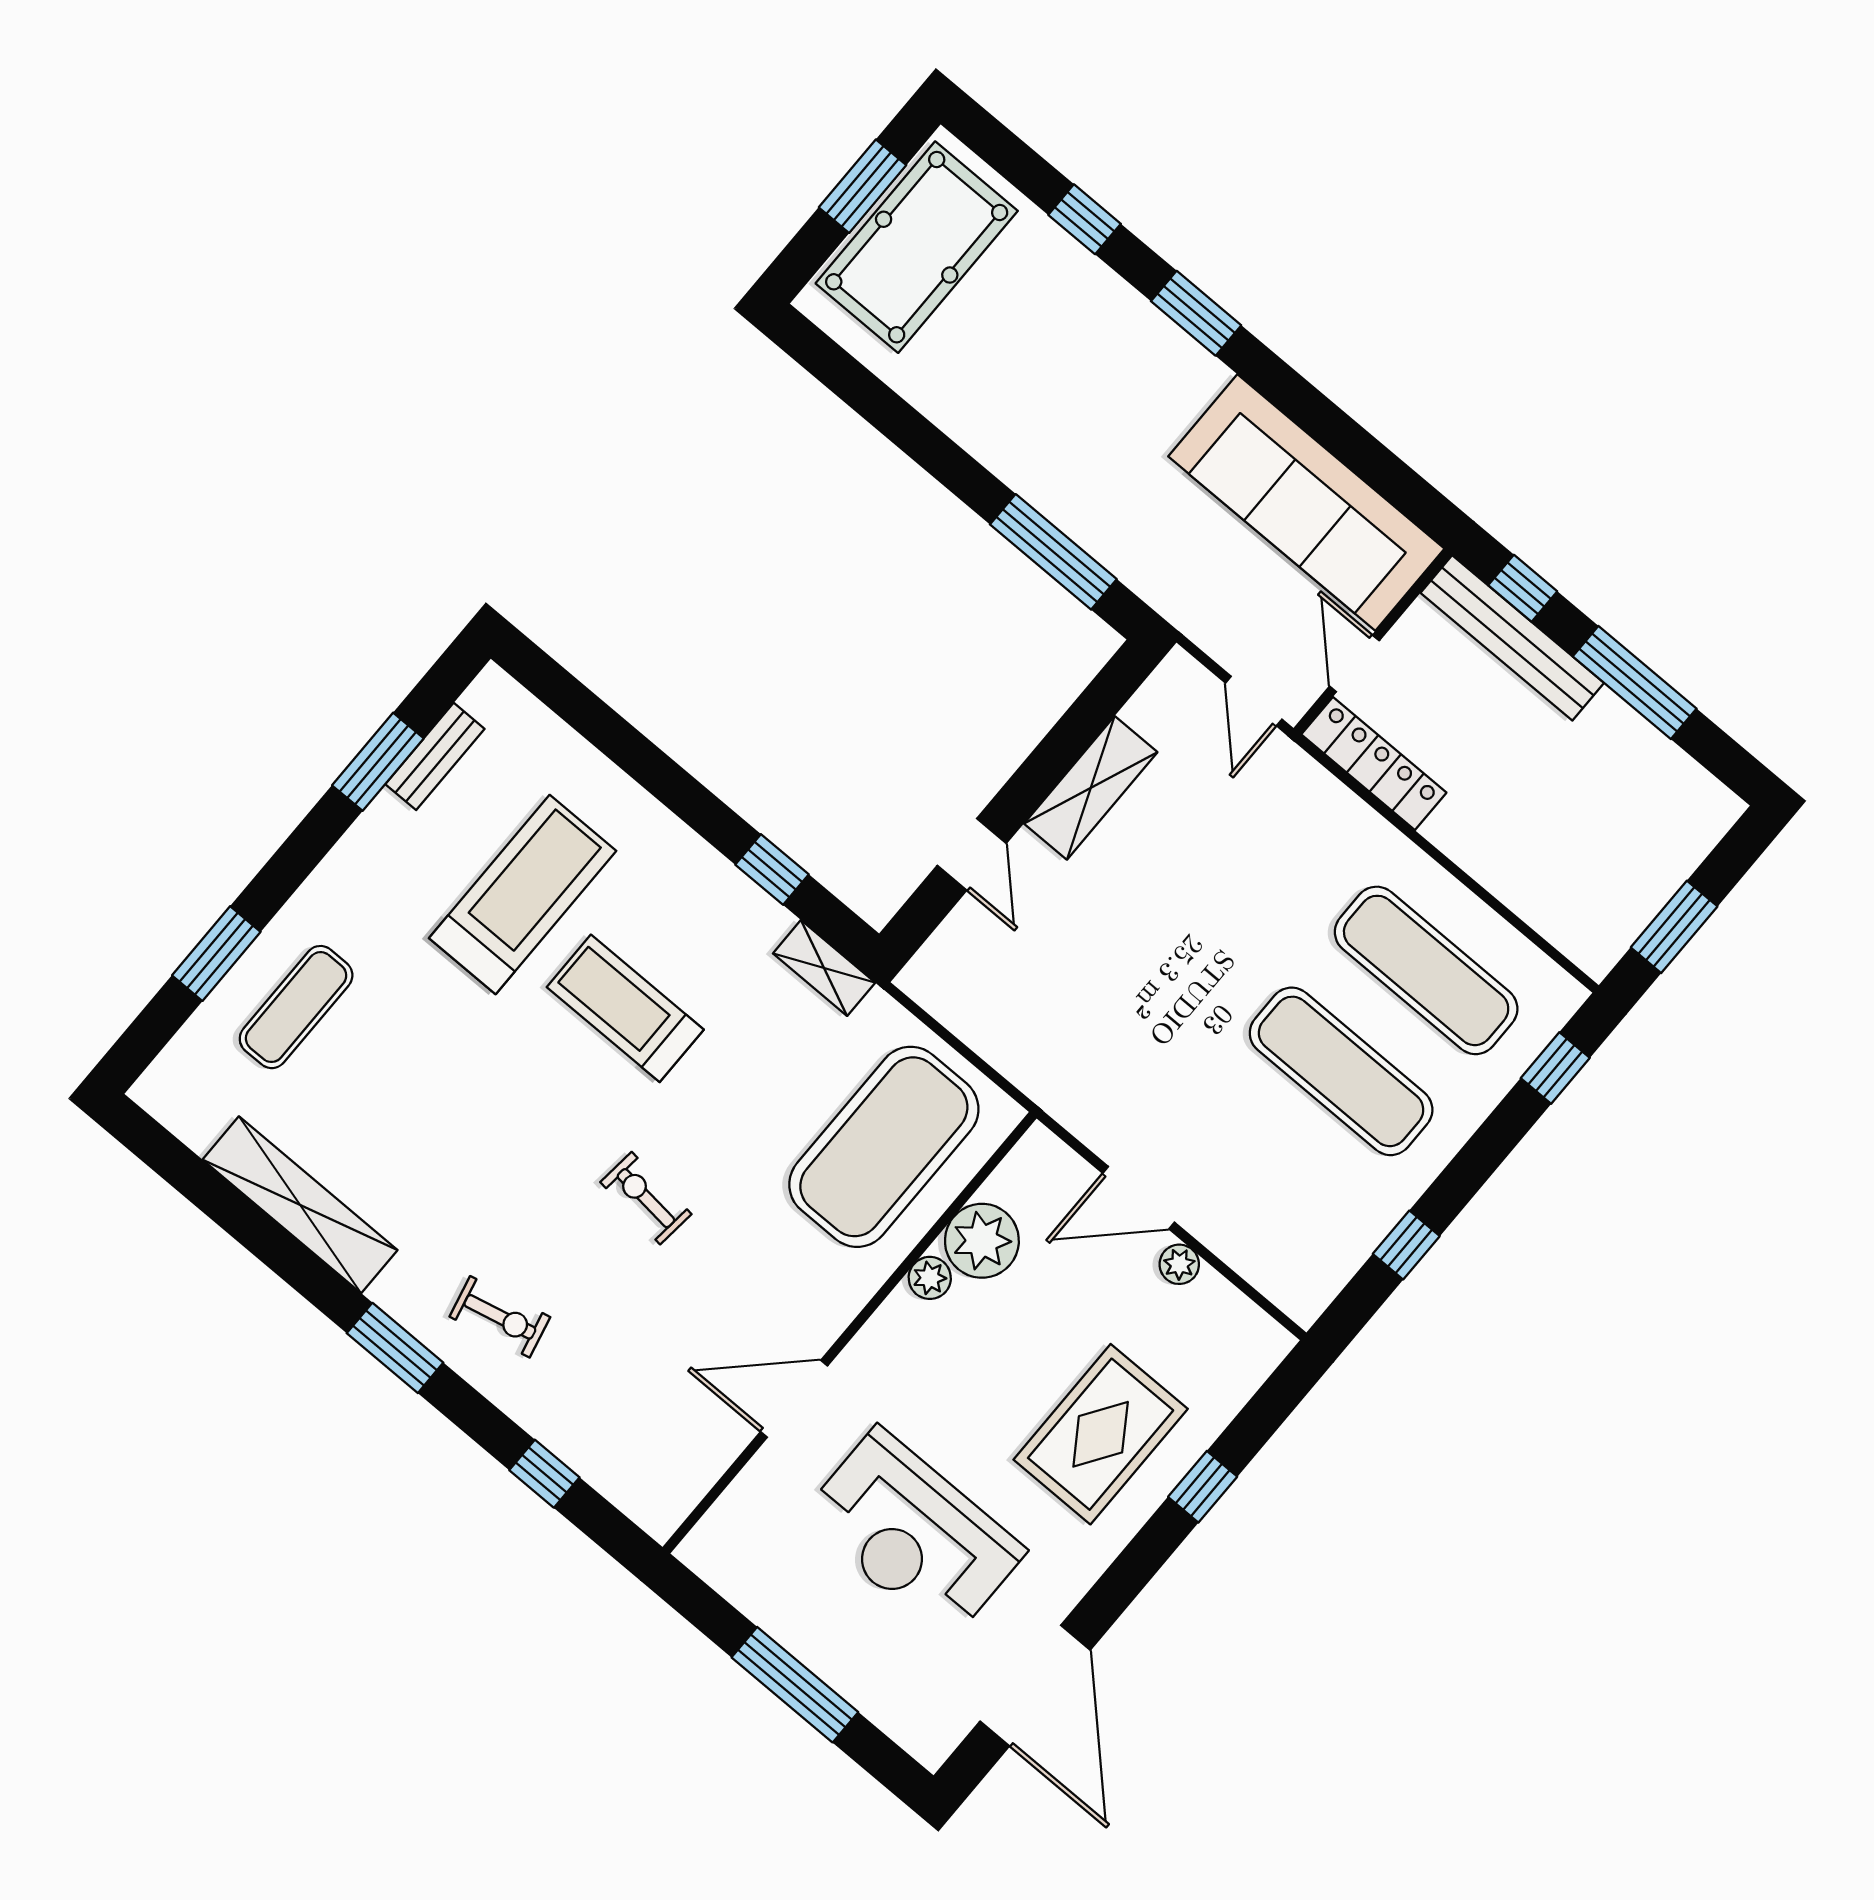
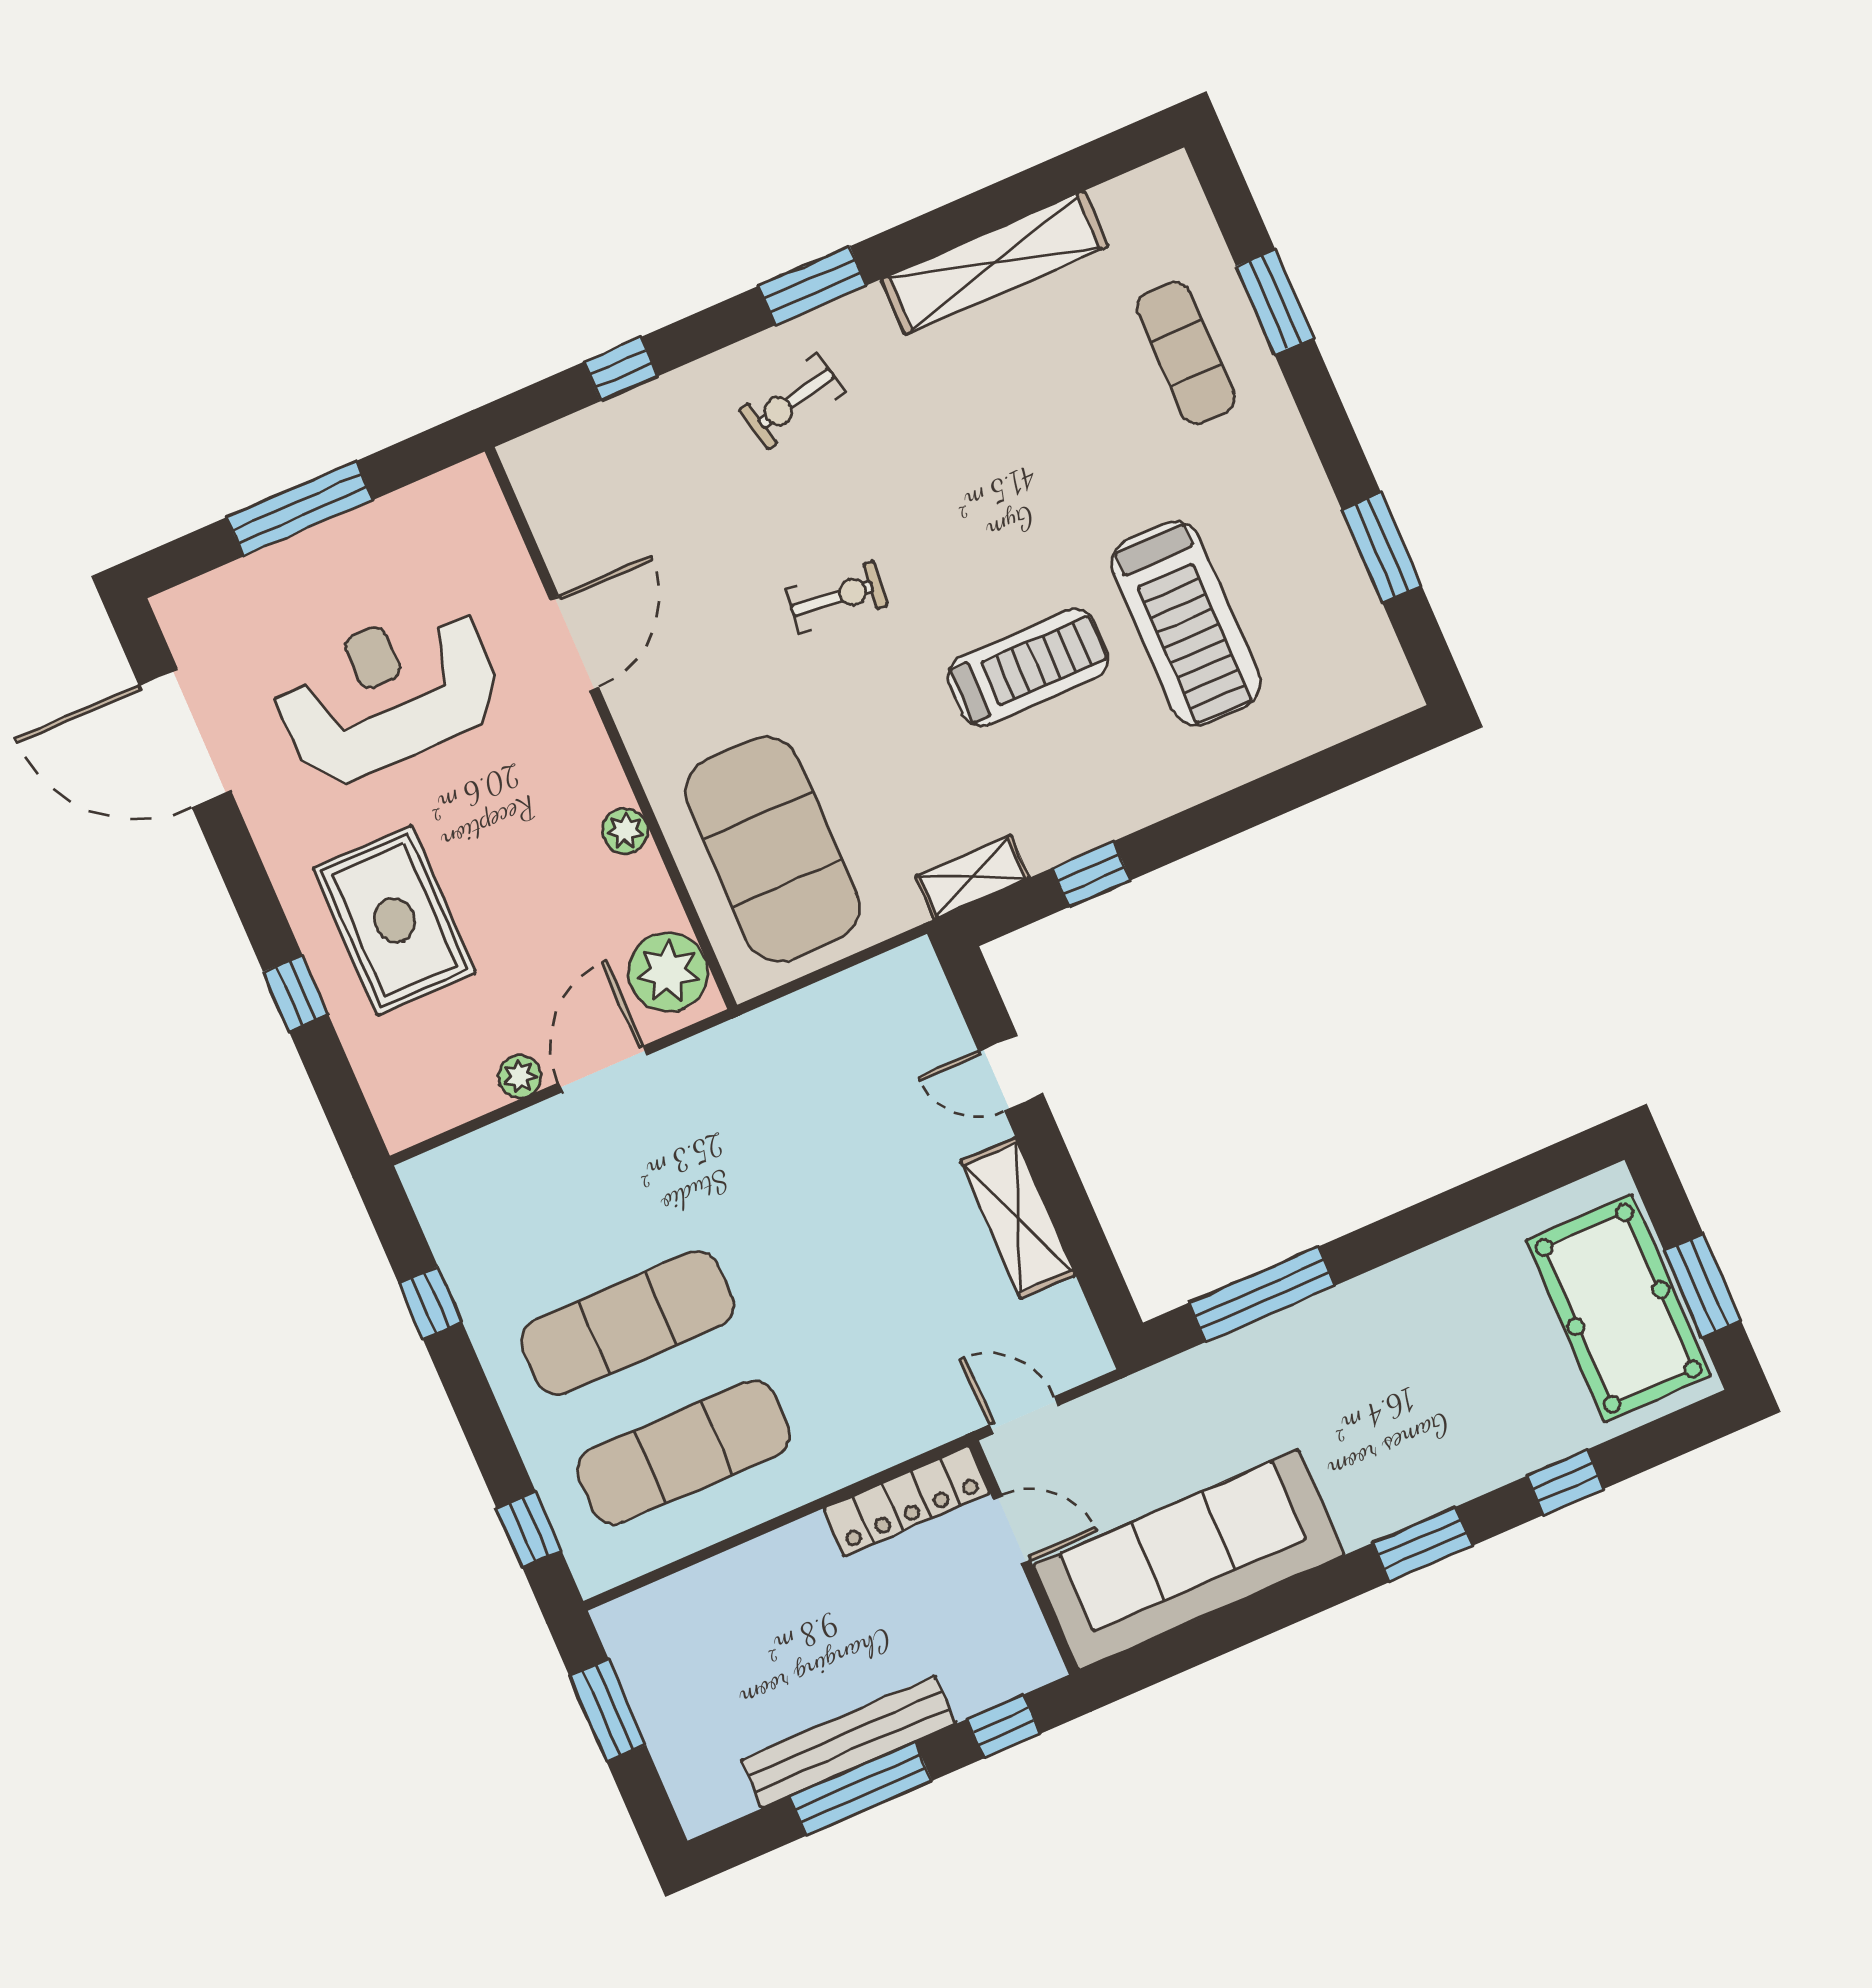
bench: (1512, 638) -> (849, 1742), moved
bench: (435, 756) -> (1360, 605), removed
plant: (982, 1241) -> (668, 972), moved

